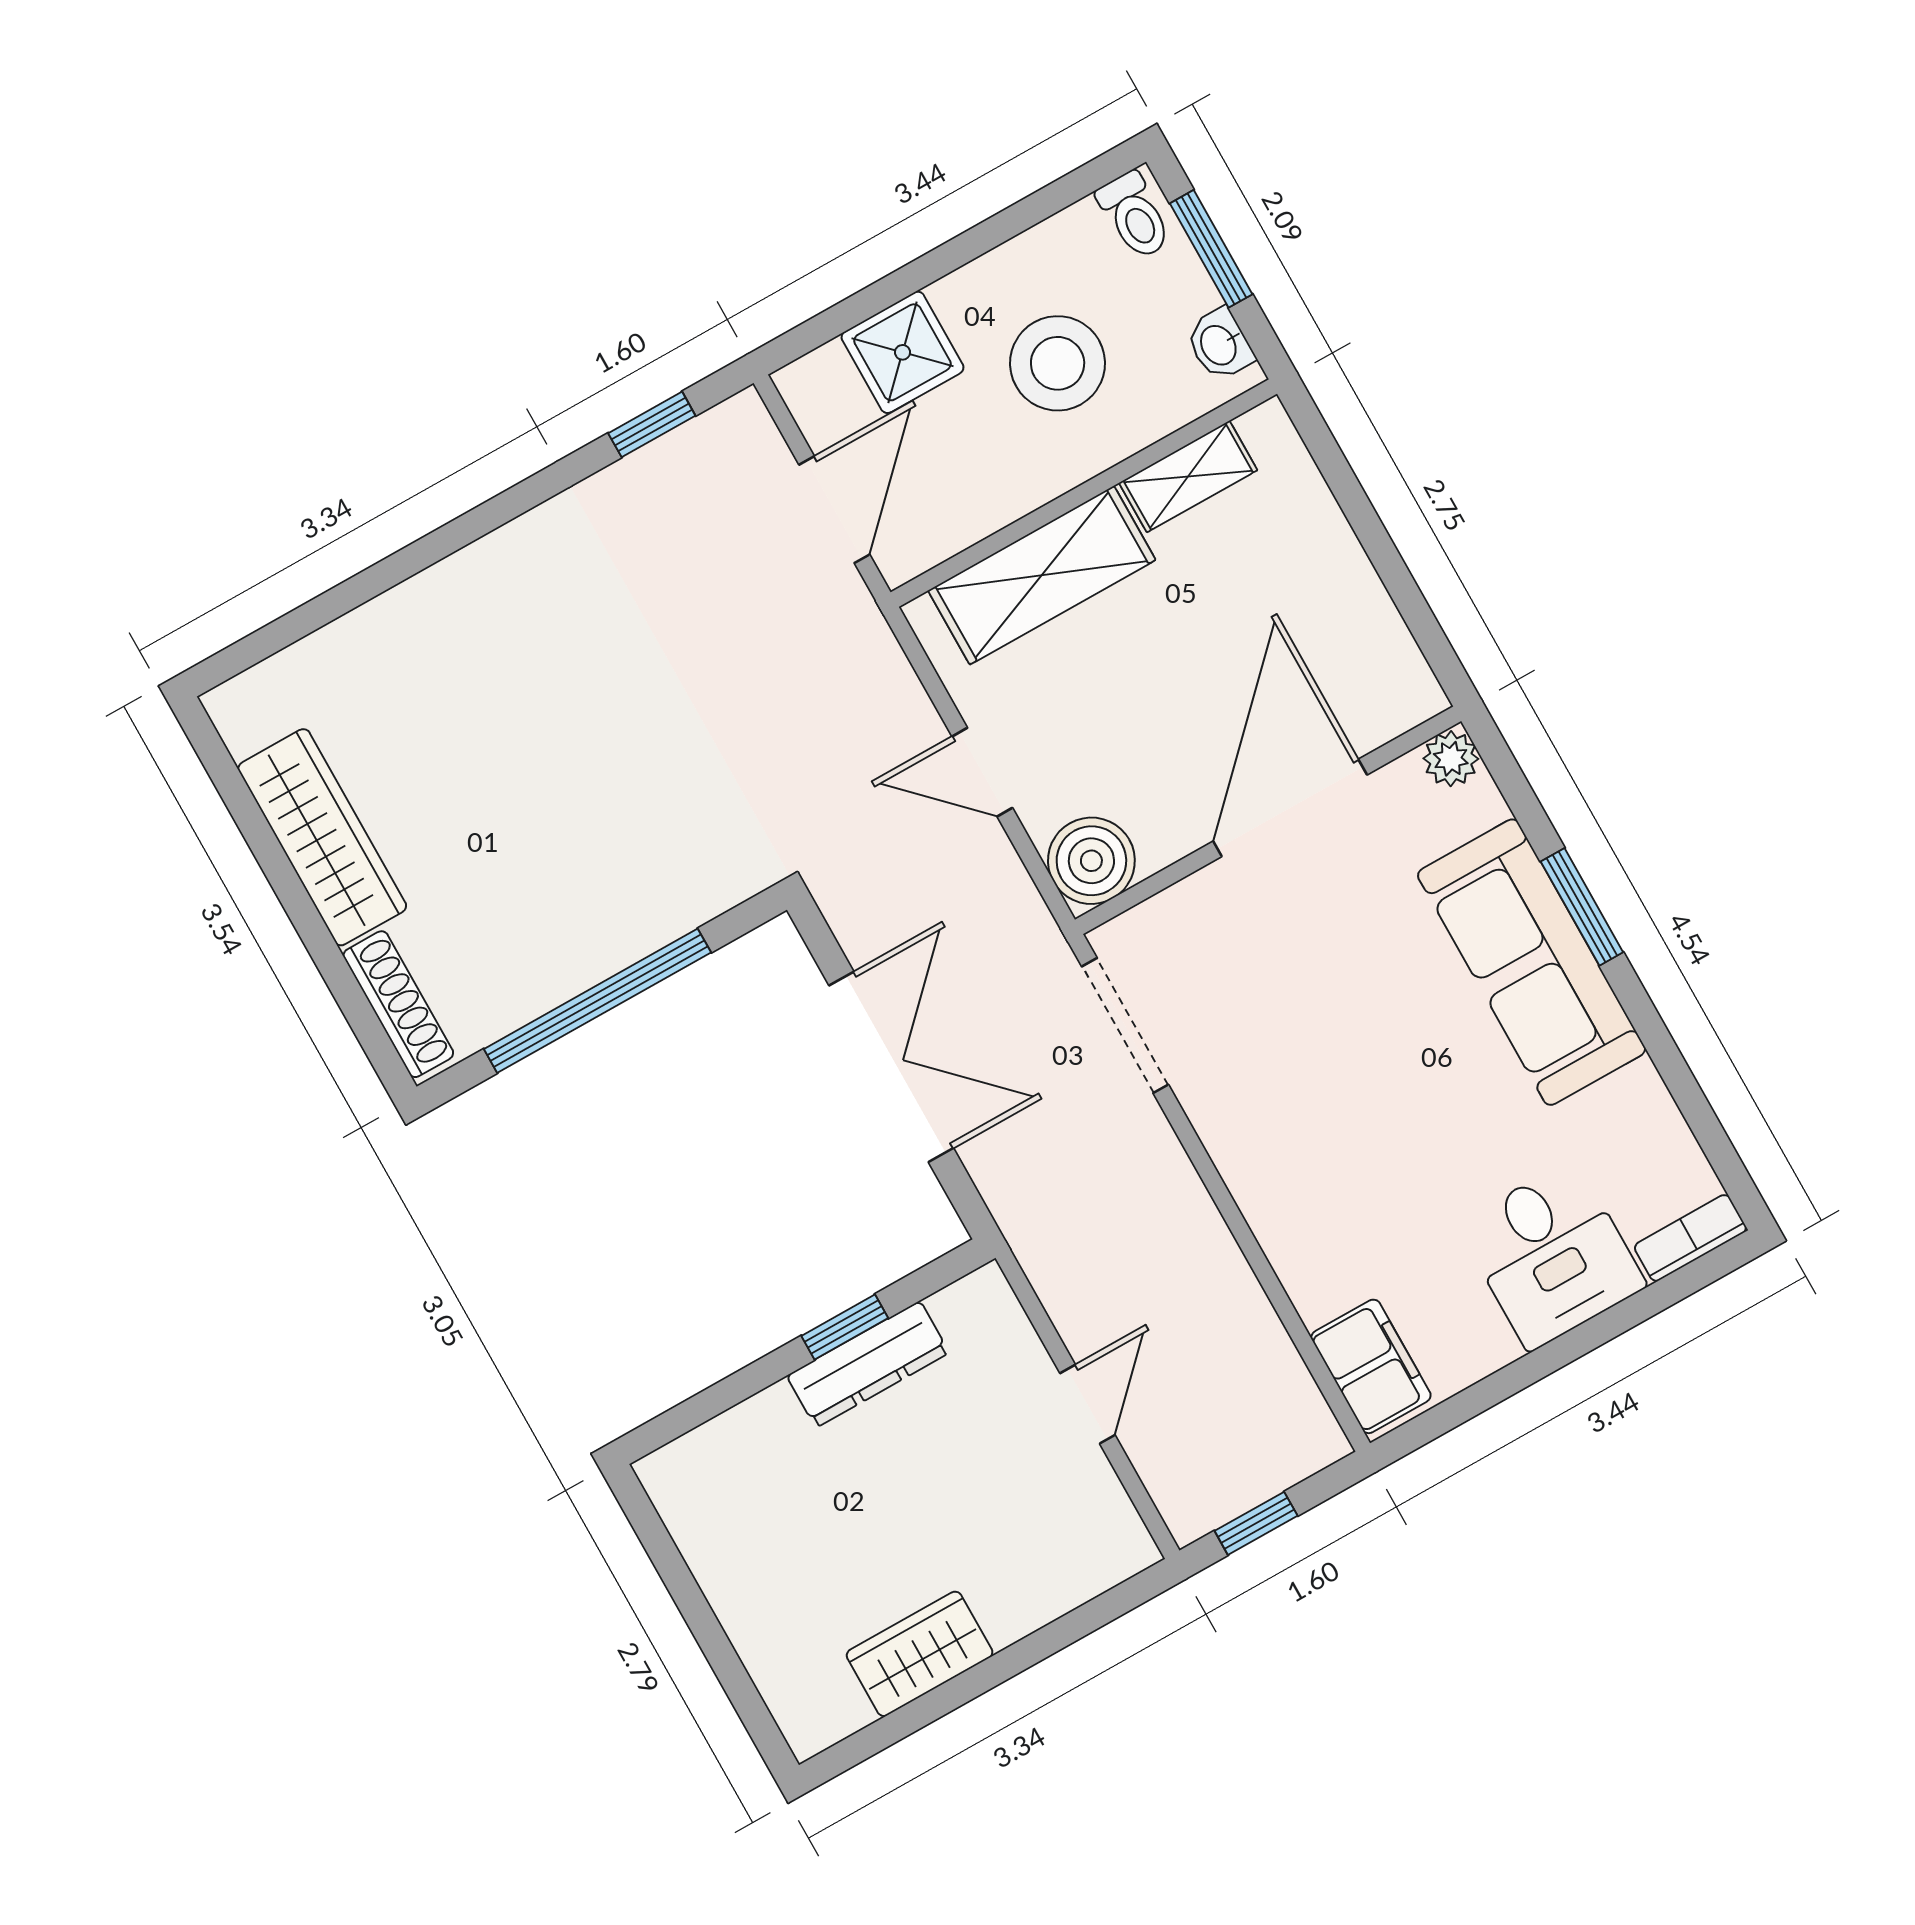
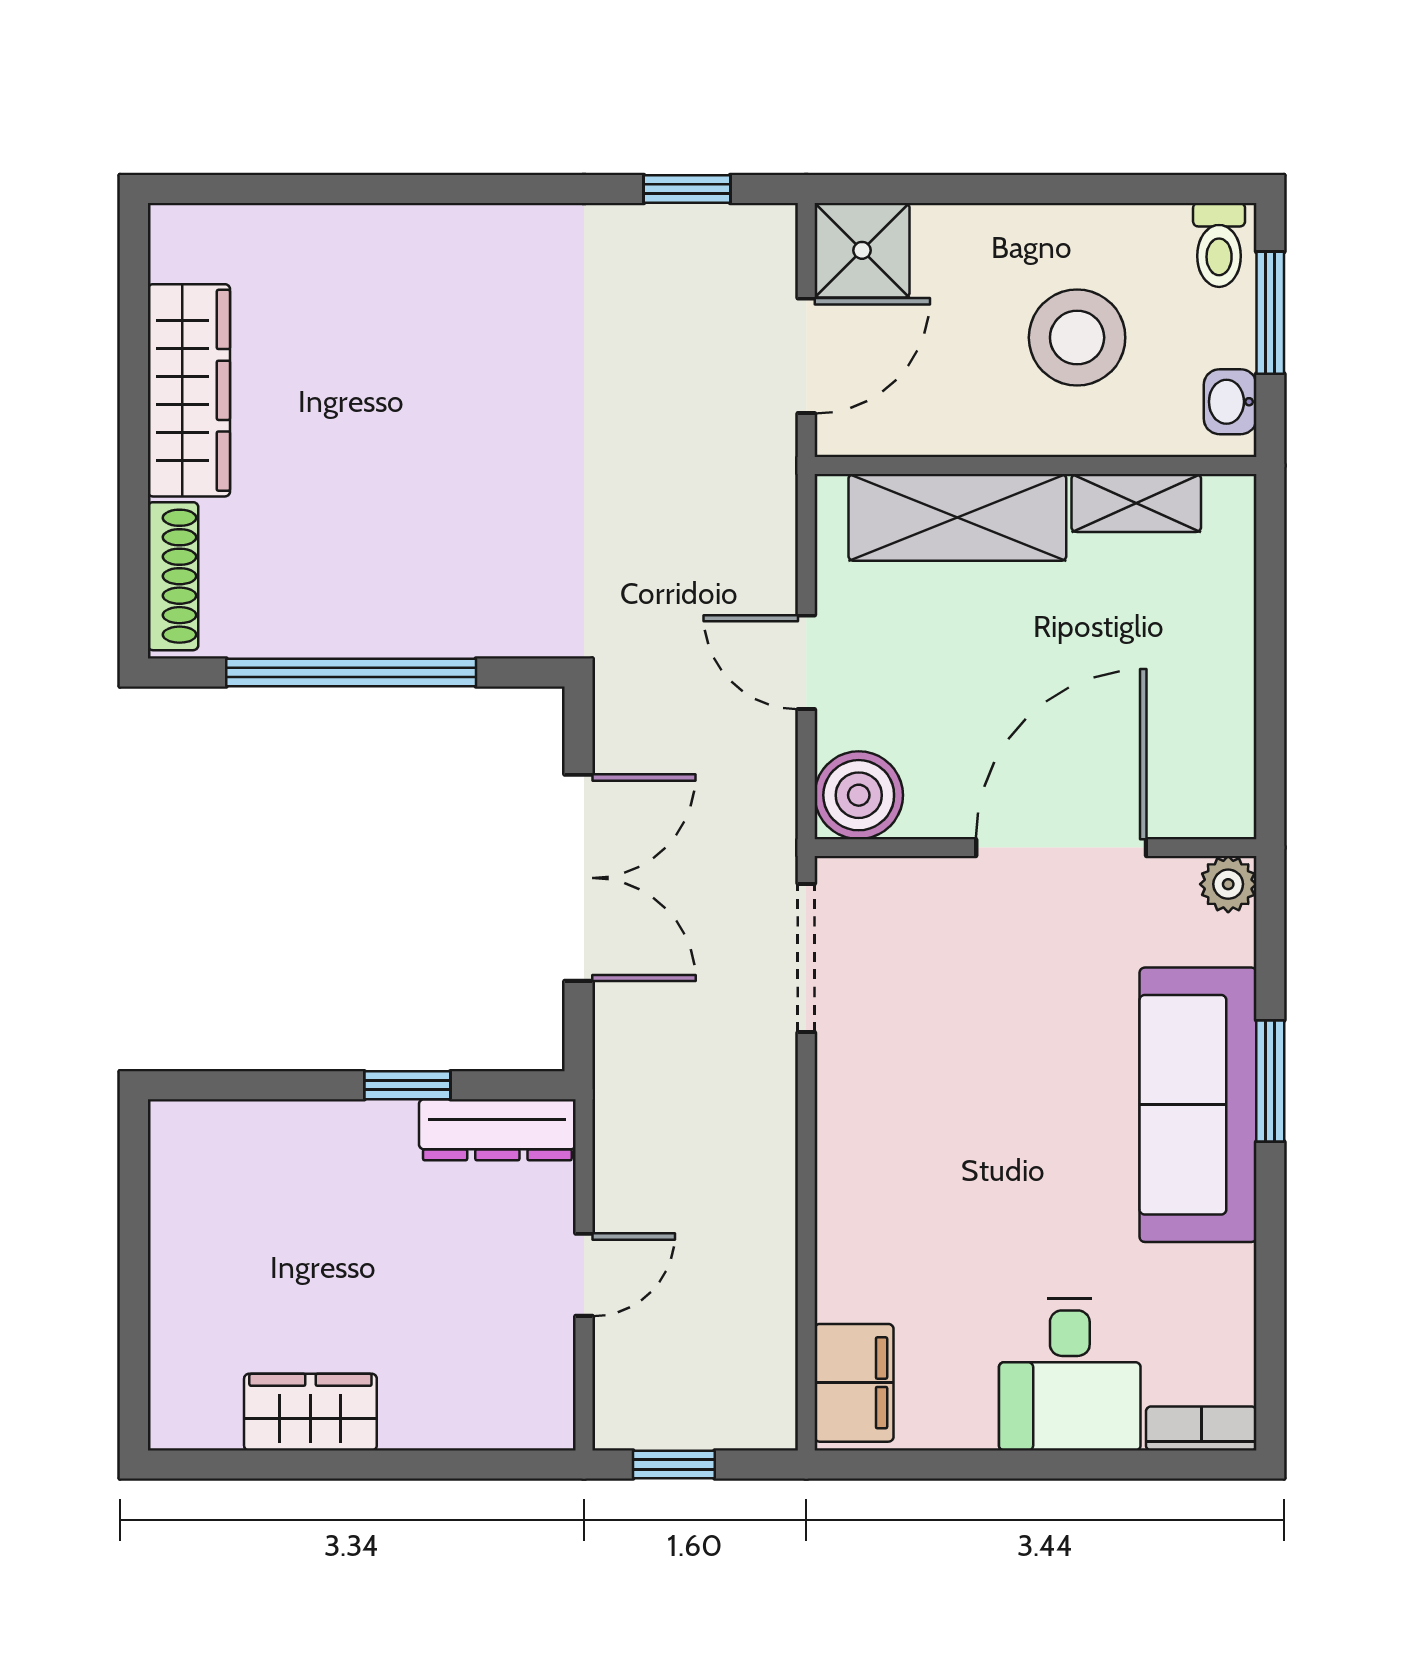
shower: (902, 352) -> (862, 250), moved
dresser: (868, 1364) -> (497, 1130), moved

